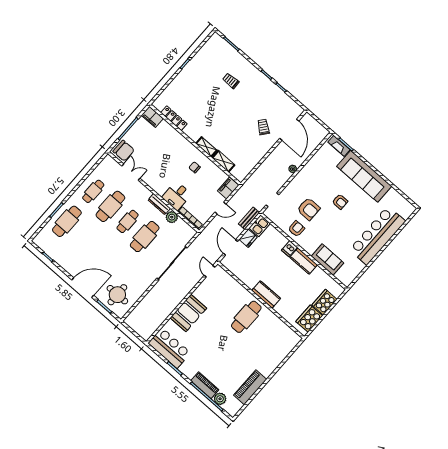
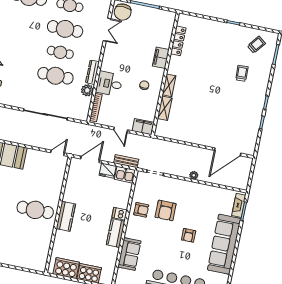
filing cabinet: (152, 117) -> (161, 58), moved
trolley: (263, 127) -> (256, 45), moved

